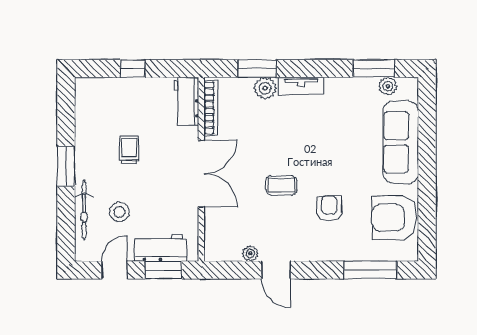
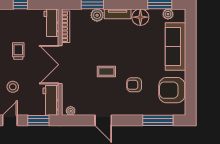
floor lamp: (340, 92) -> (140, 17), added
double door: (201, 174) -> (60, 65), swing flipped
armchair: (329, 208) -> (134, 85), turned -90
workbench: (160, 248) -> (51, 100), moved, turned -90
plant: (250, 253) -> (71, 111), moved

